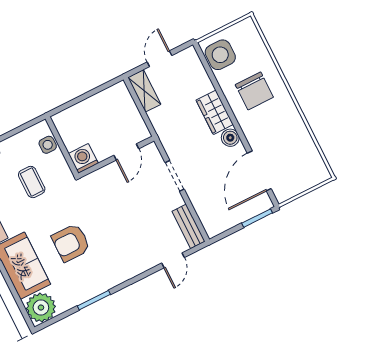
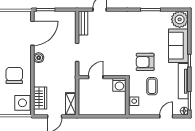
wardrobe: (215, 112) -> (40, 98), moved
armchair: (71, 243) -> (145, 62), moved, turned 180

